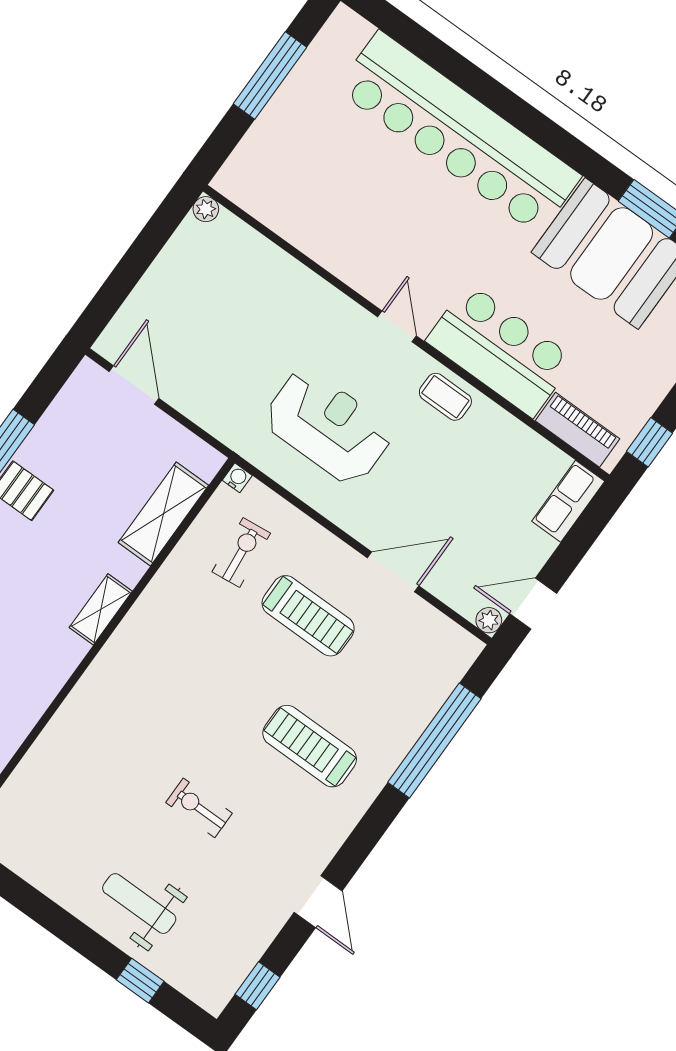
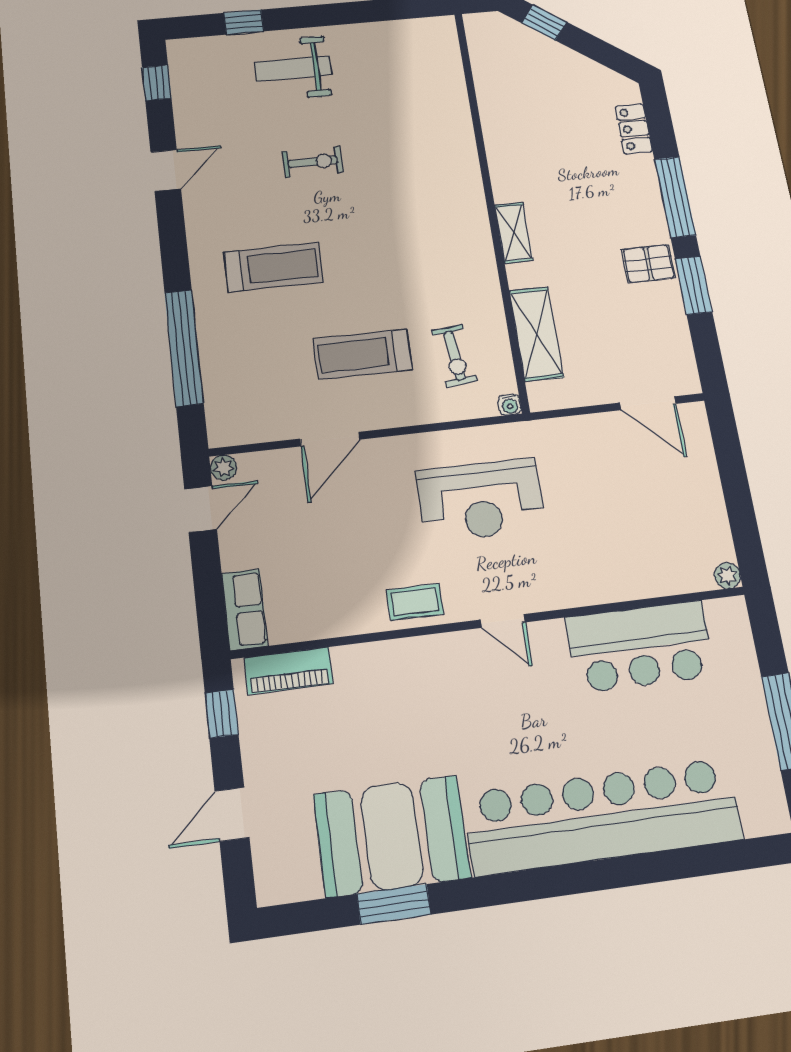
bar counter: (500, 350) -> (640, 647), moved
door: (318, 902) -> (166, 170), swing flipped
weight bench: (139, 904) -> (293, 69), turned 180

